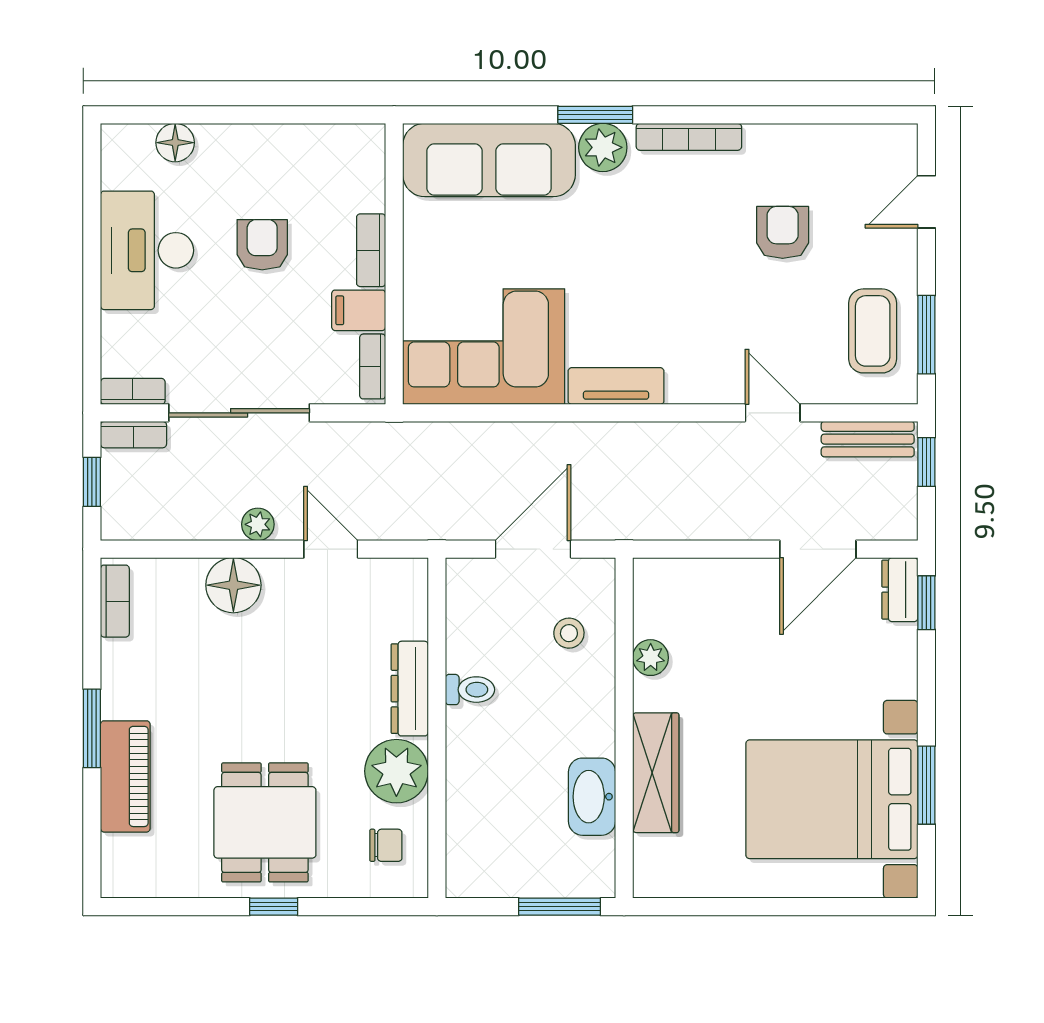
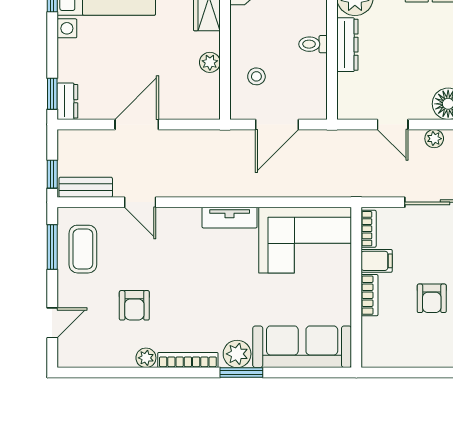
plant: (762, 141) -> (146, 358), added
door: (818, 549) -> (137, 124), moved

